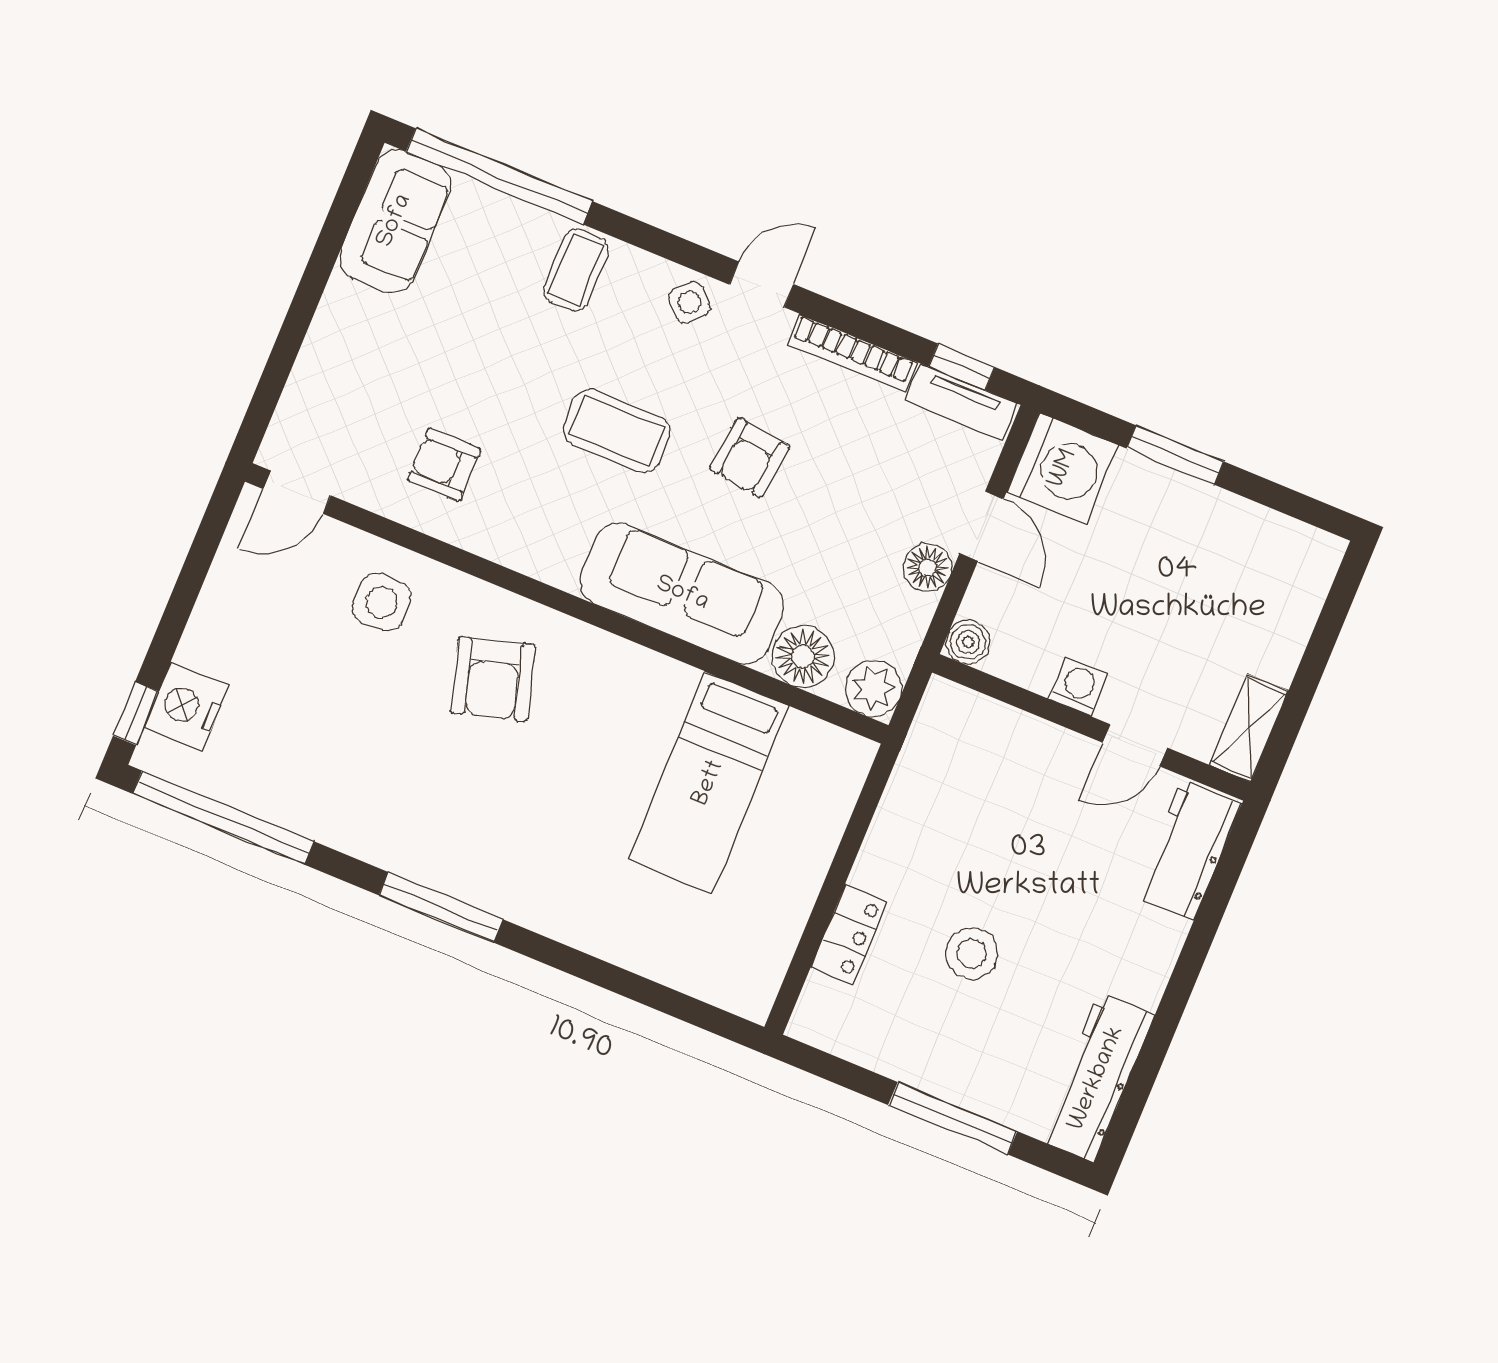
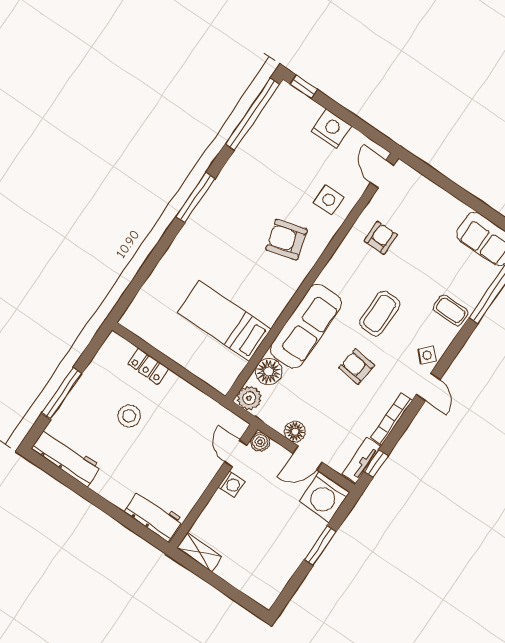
nightstand: (186, 707) -> (331, 129), moved
door: (1135, 745) -> (236, 454), moved

